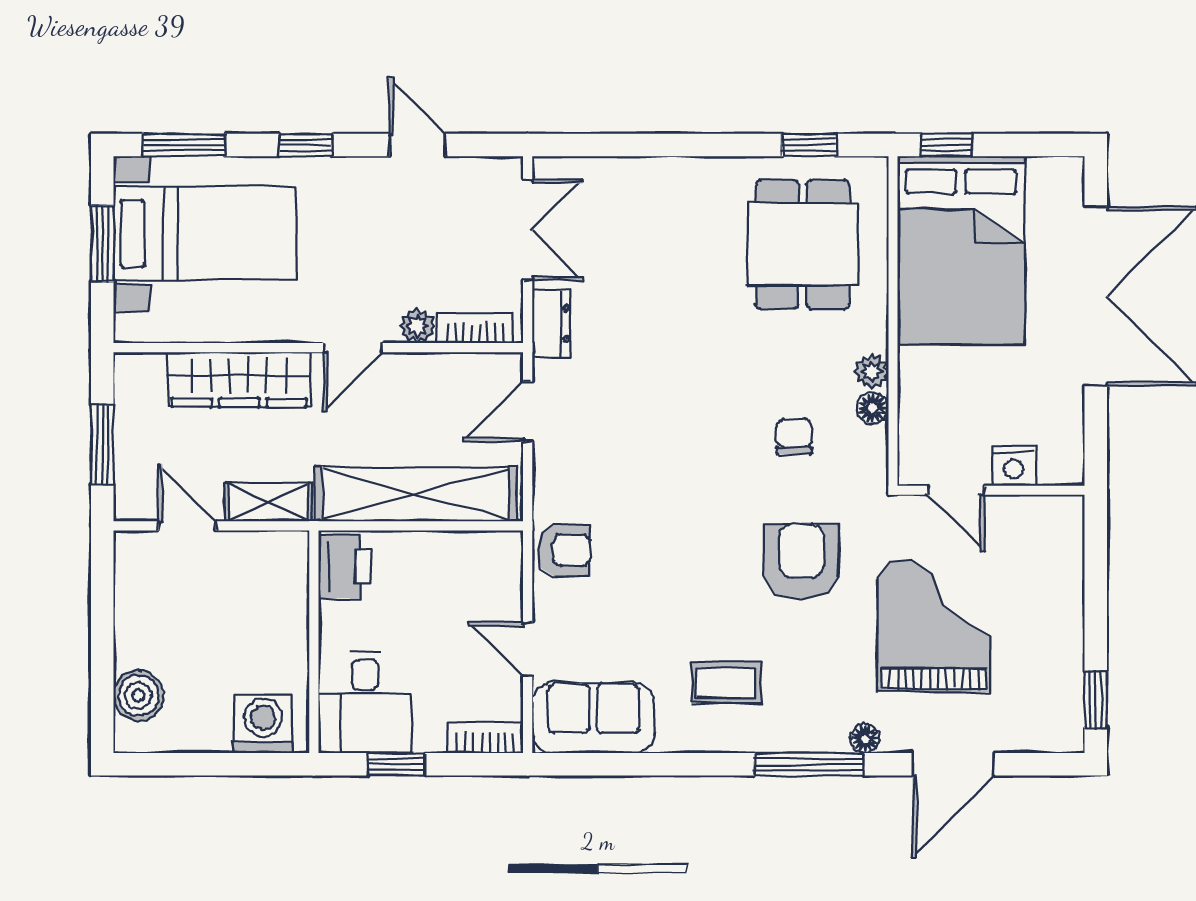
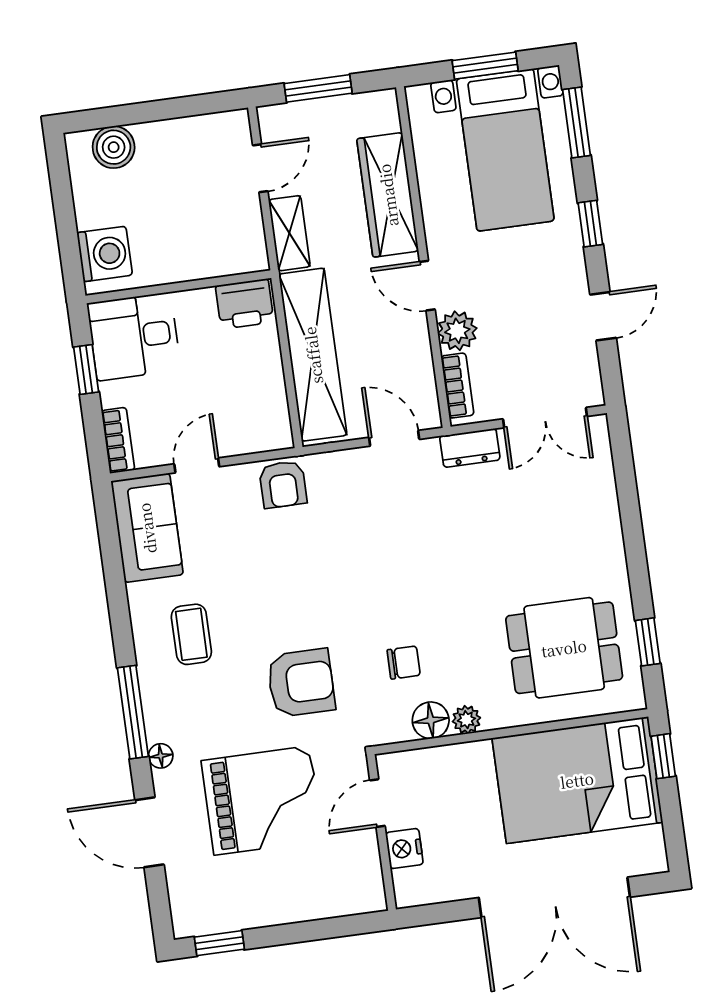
plant: (417, 326) -> (457, 331), width x1.38, depth x1.38
floor lamp: (873, 408) -> (431, 720), width x1.37, depth x1.37

